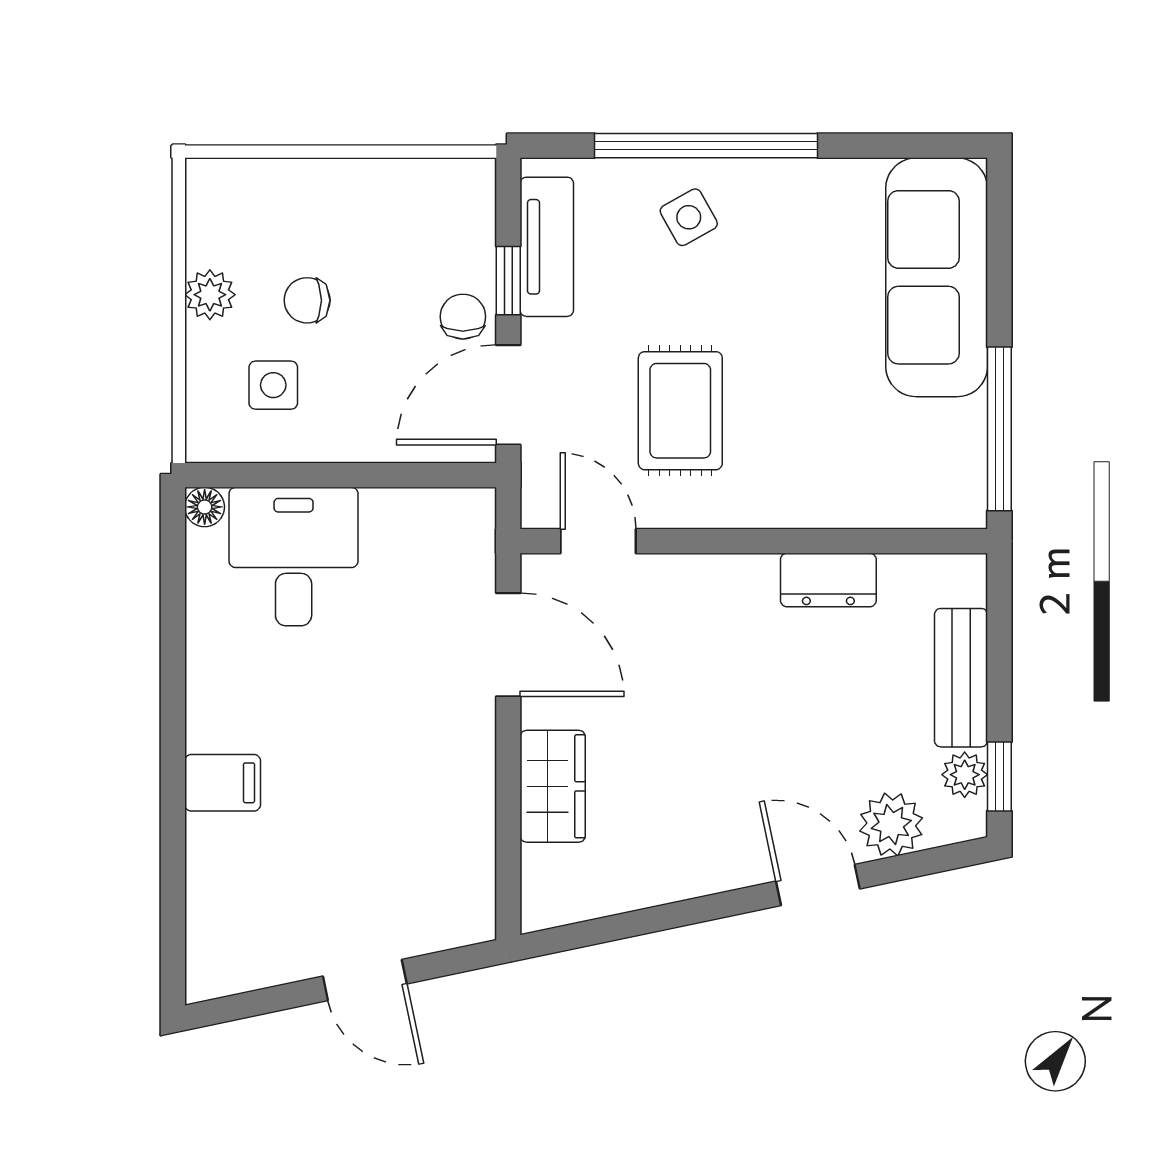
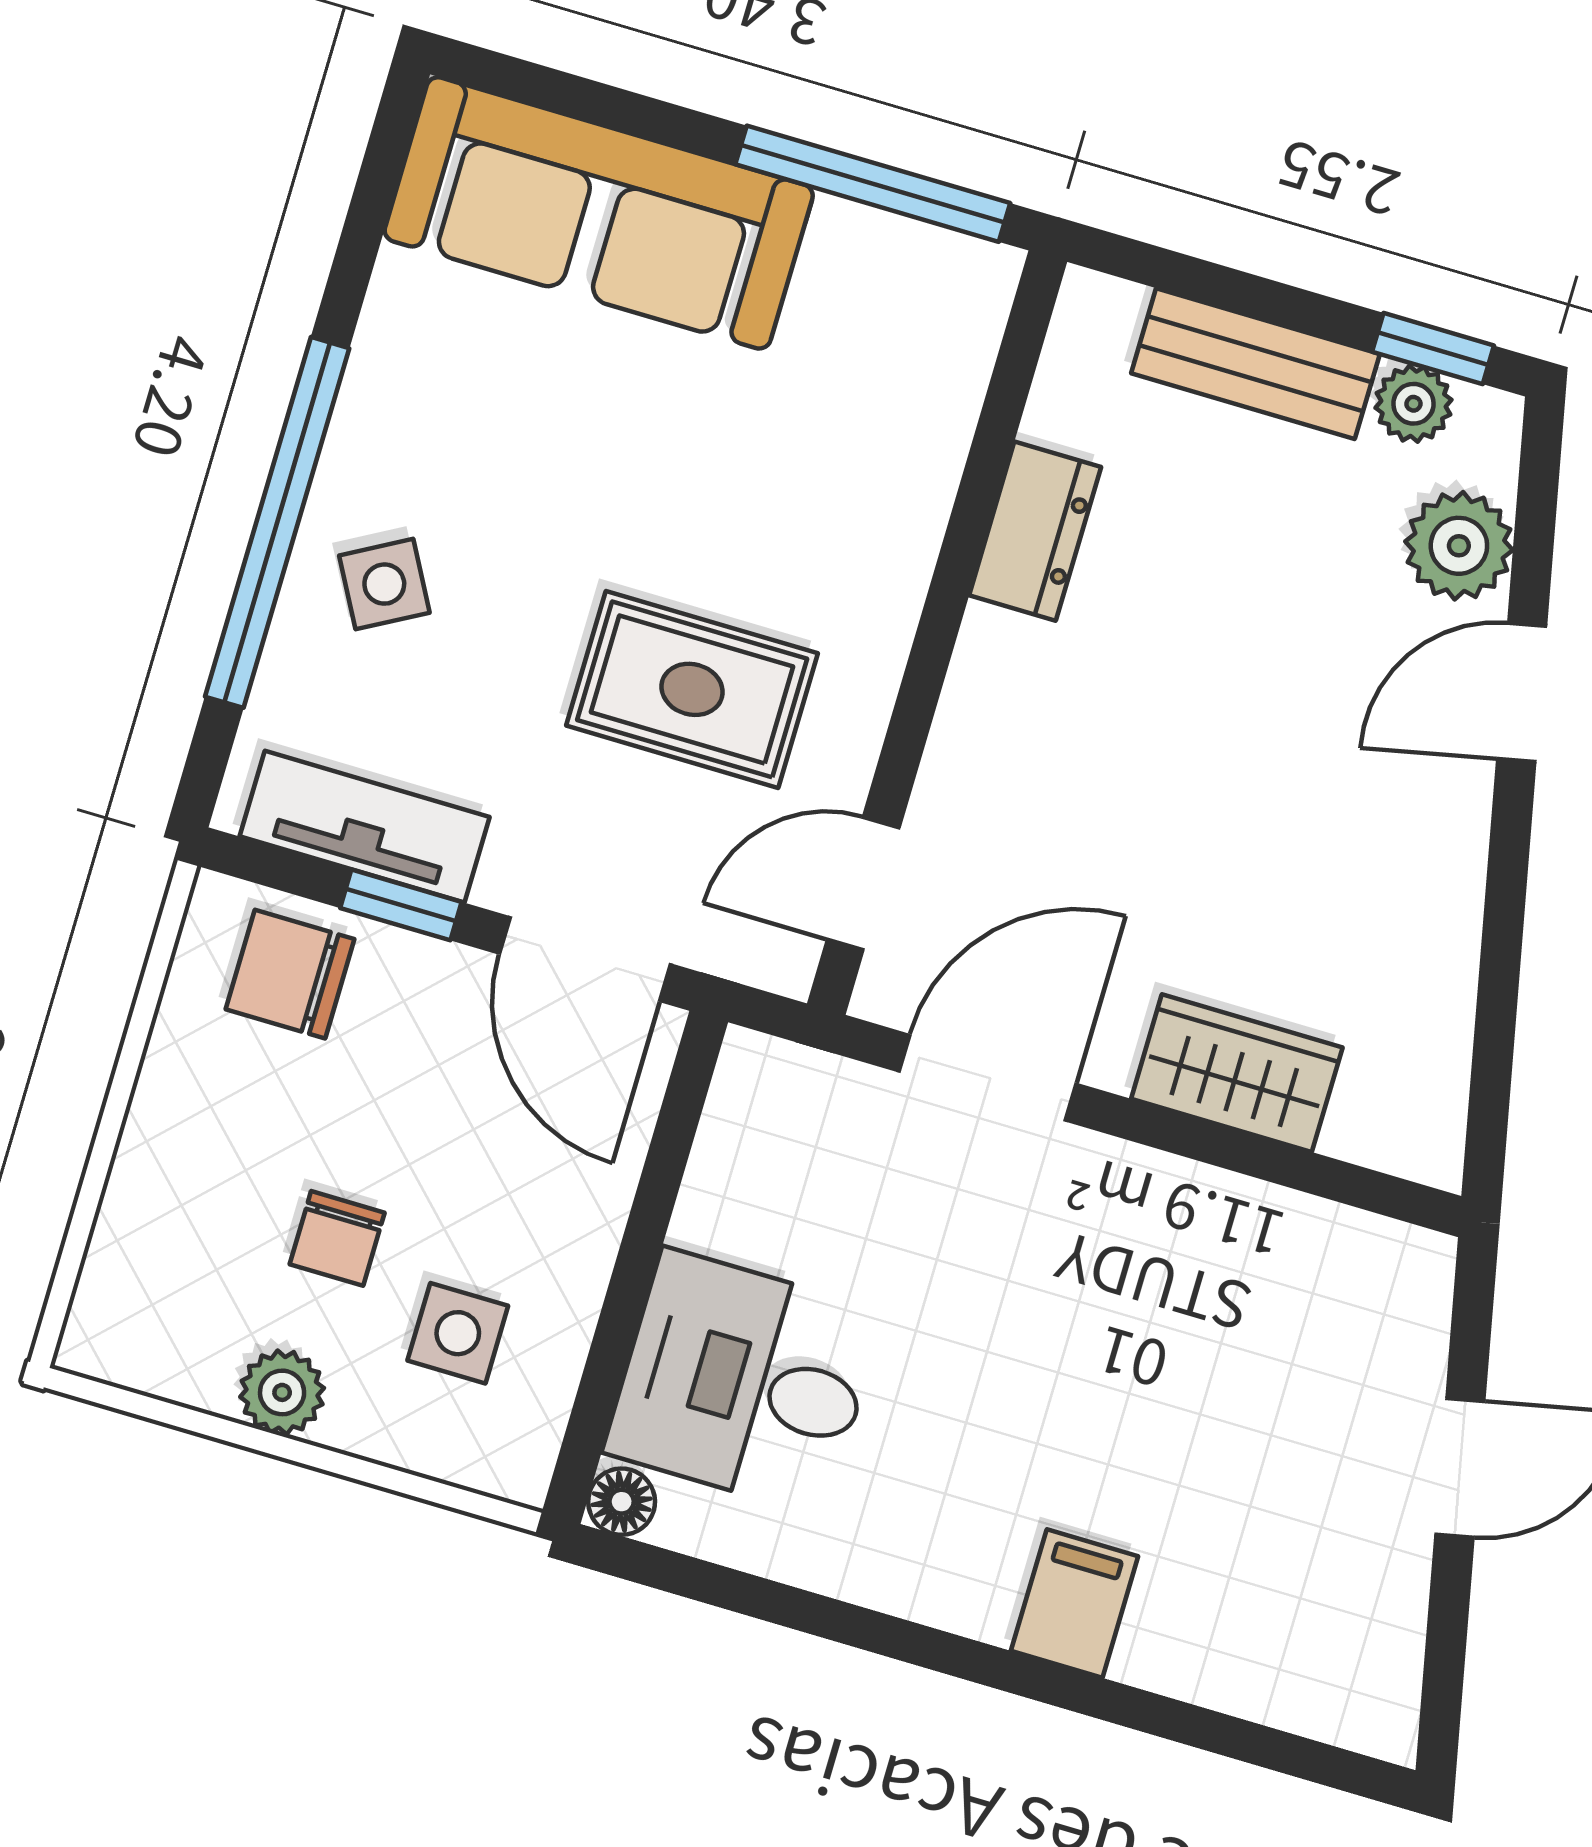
chair: (463, 317) -> (290, 974), moved, width x1.37, depth x1.37

